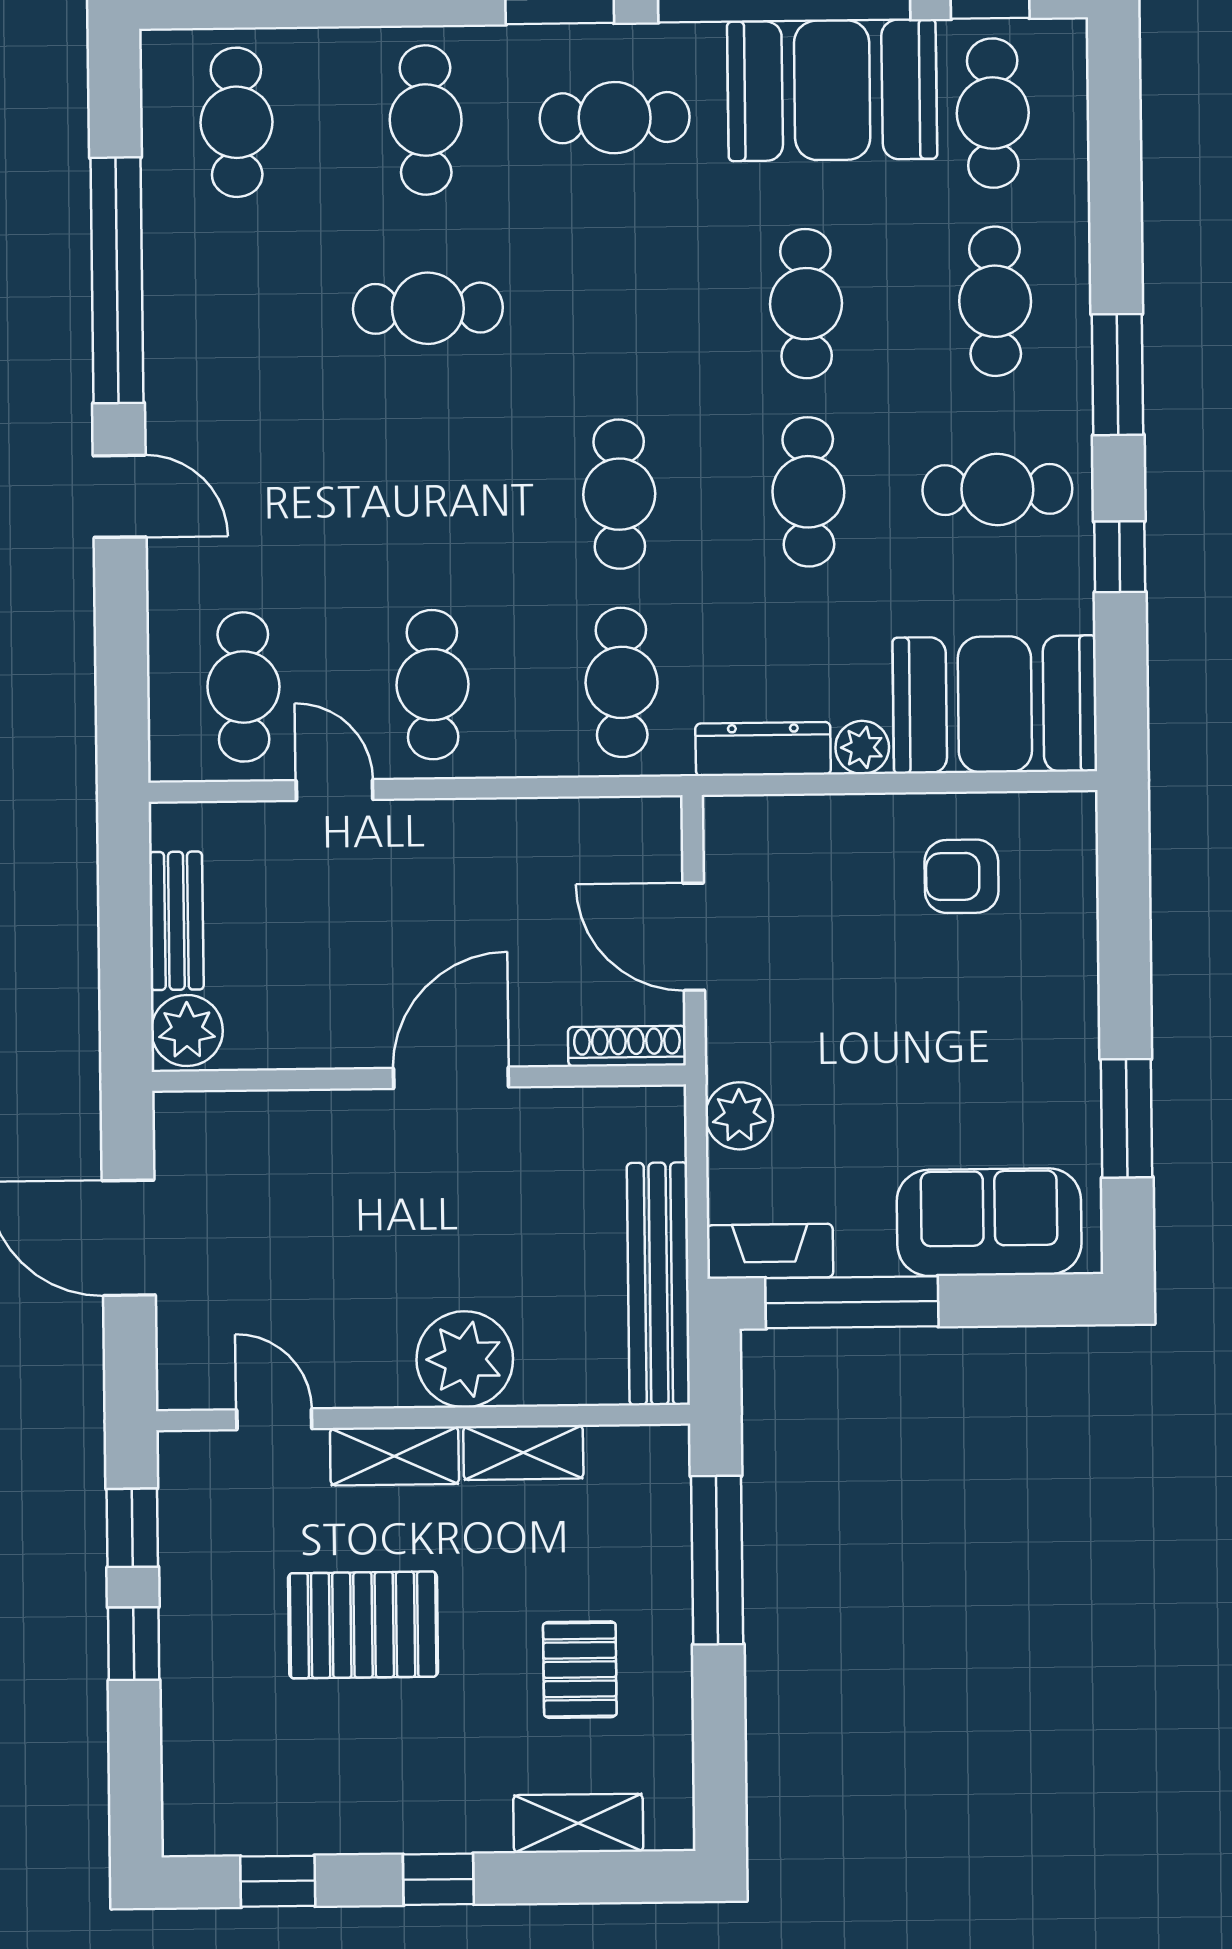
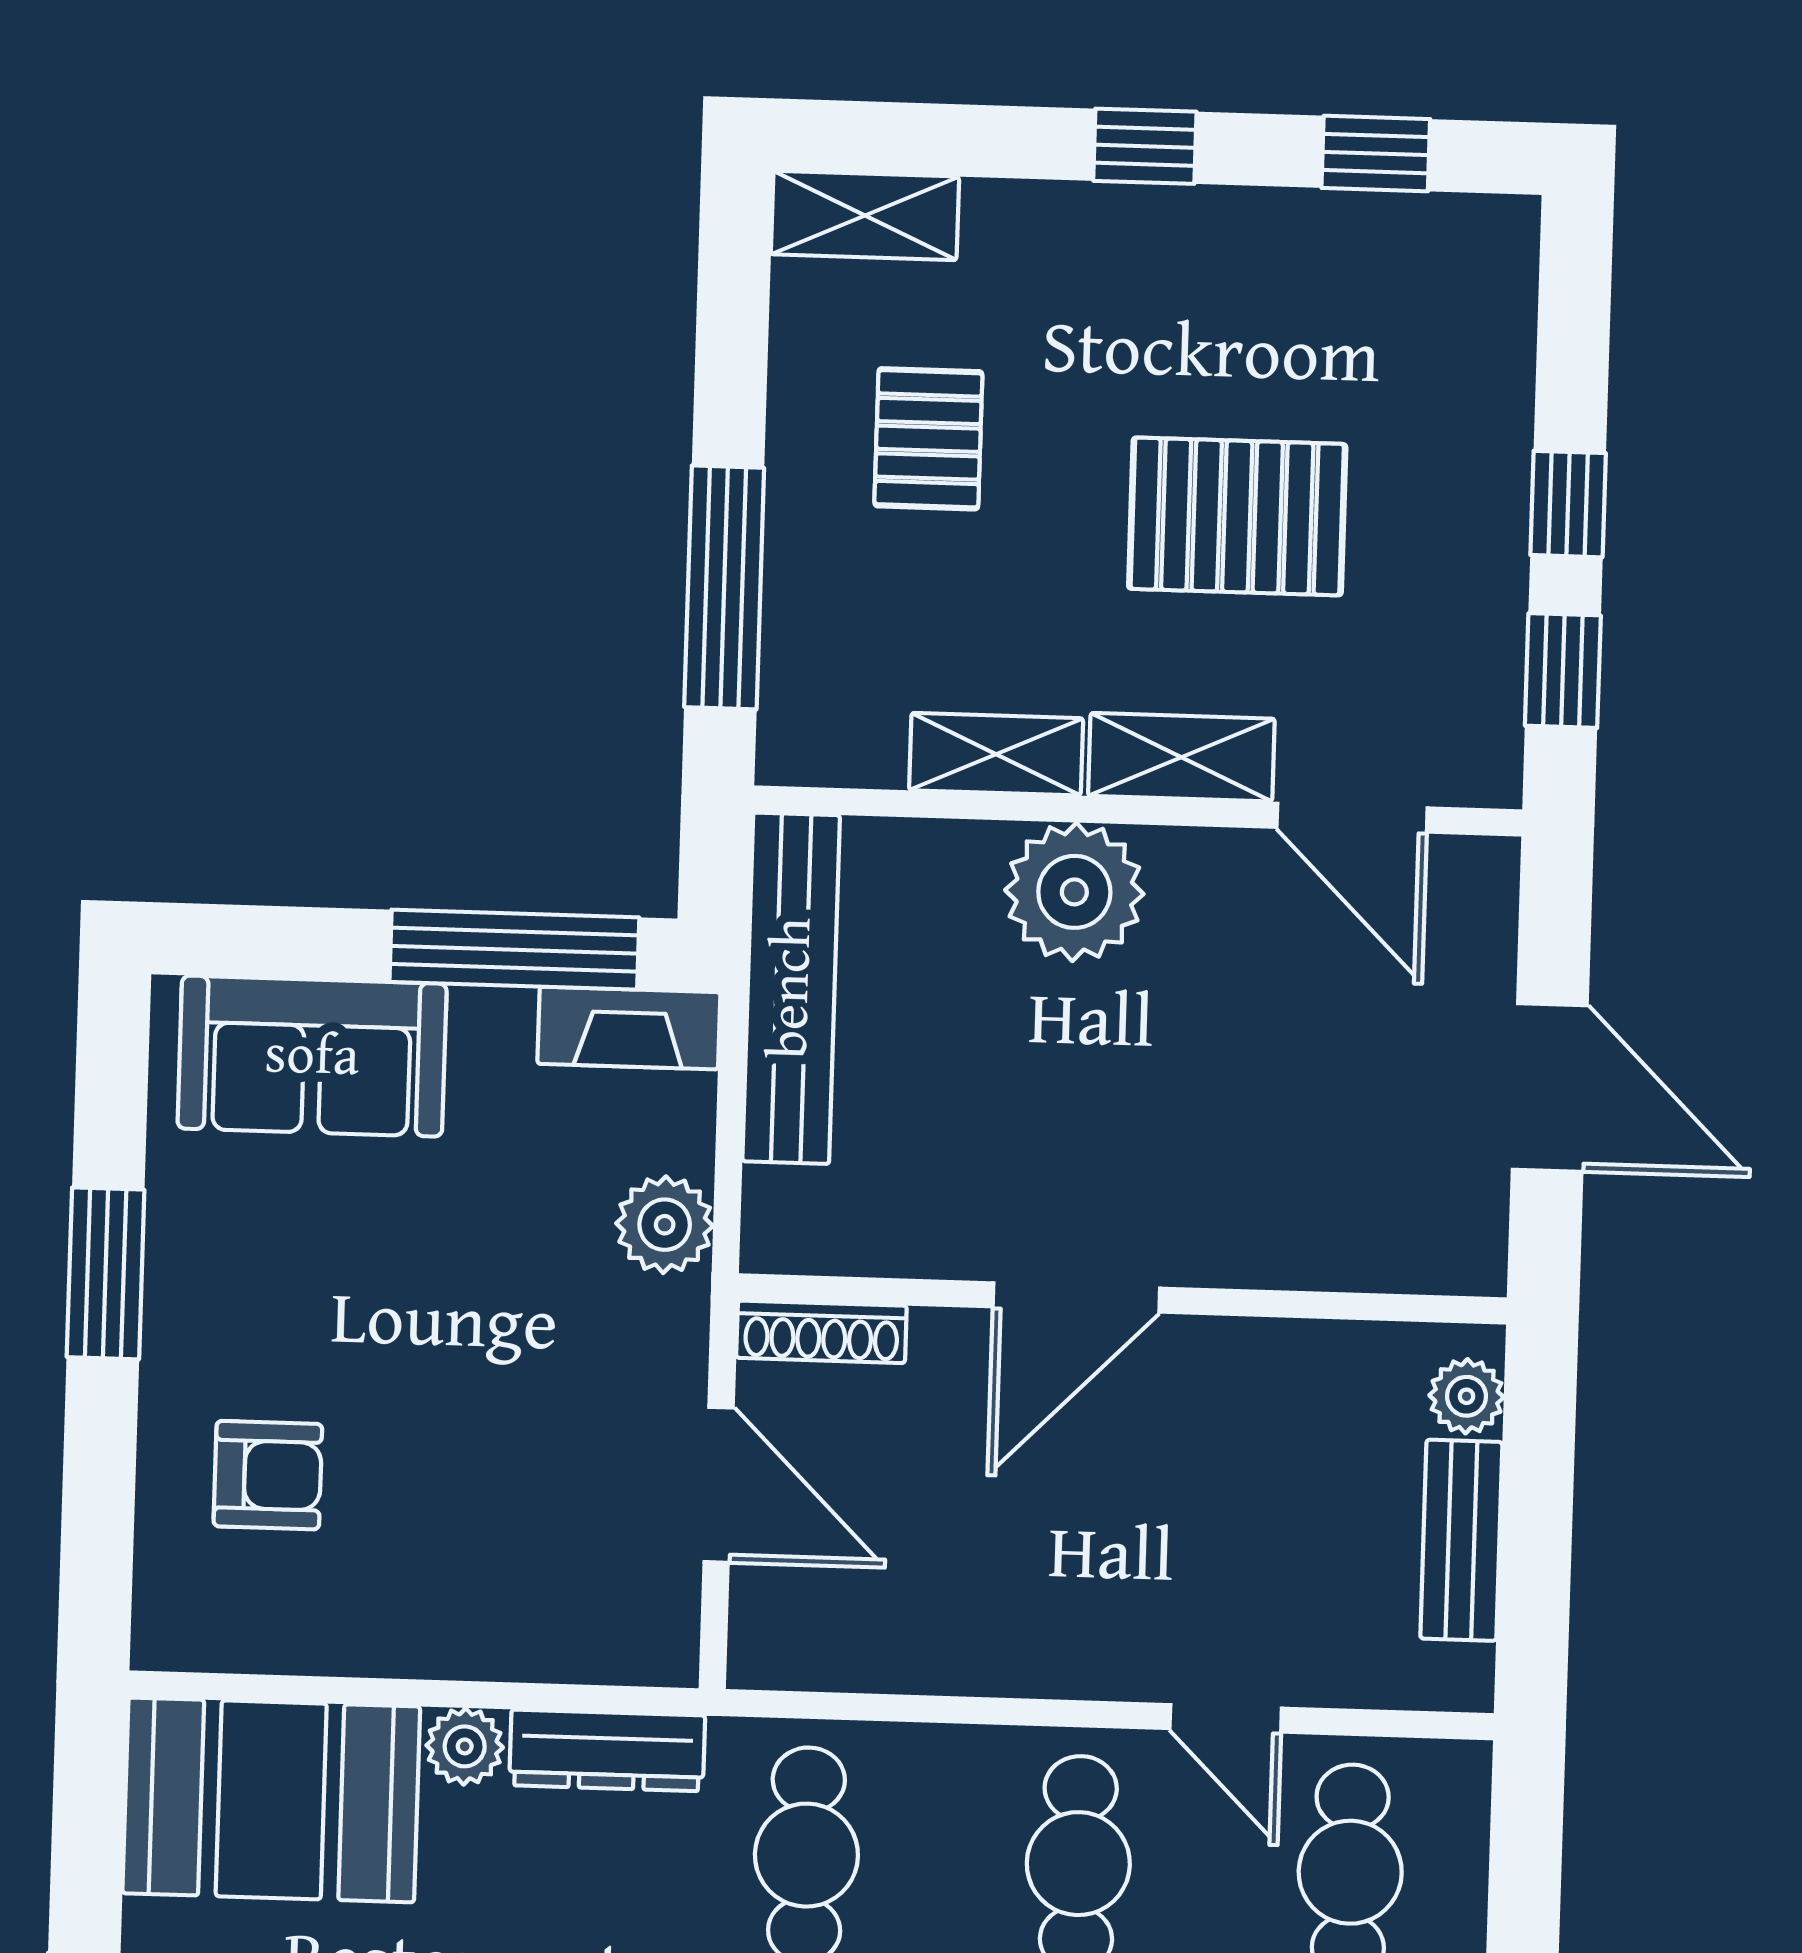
armchair: (962, 876) -> (268, 1475), moved
plant: (187, 1031) -> (1466, 1396), width x0.73, depth x0.73
window: (1127, 1118) -> (106, 1273), moved
door: (274, 1419) -> (1352, 818), width x1.38
shelving: (578, 1823) -> (865, 215), moved

